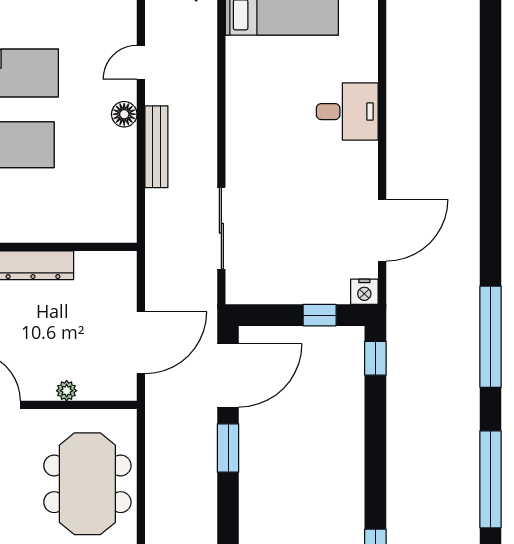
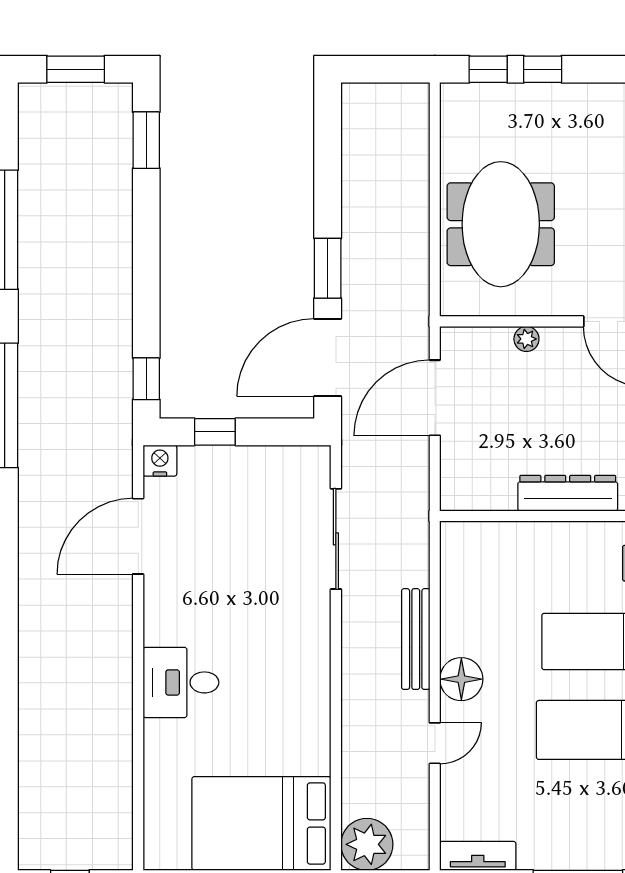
floor lamp: (124, 114) -> (461, 679), width x1.38, depth x1.38

